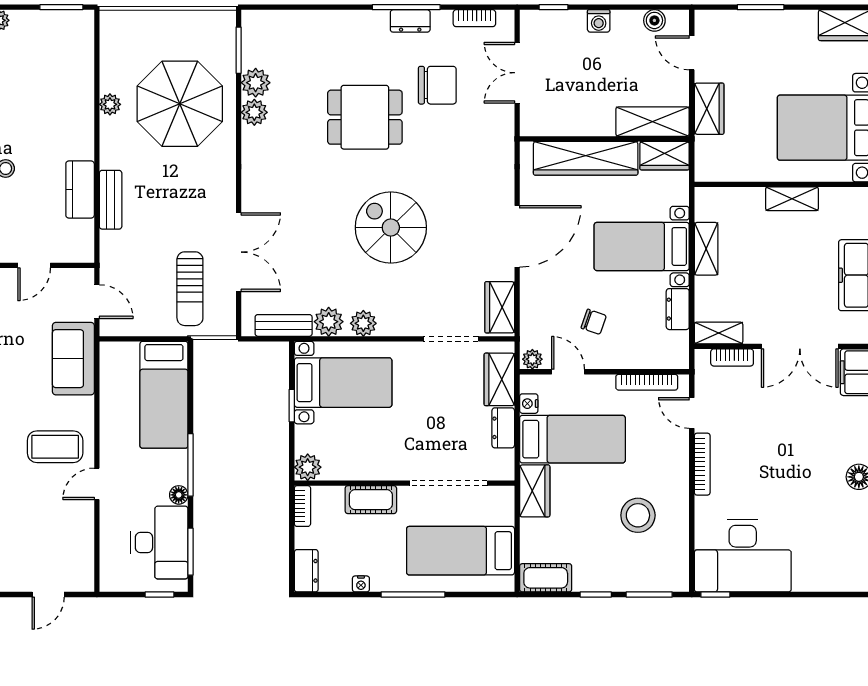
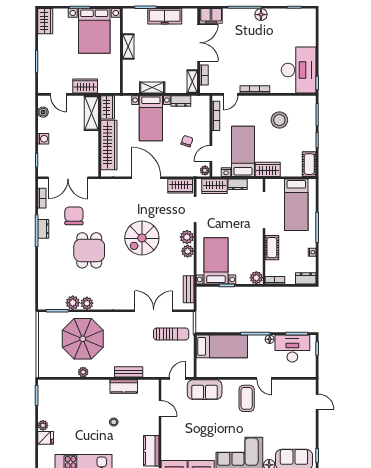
door: (692, 53) -> (59, 94), hinge flipped
double door: (517, 73) -> (68, 178), width x1.37
plant: (329, 322) -> (187, 237), moved

